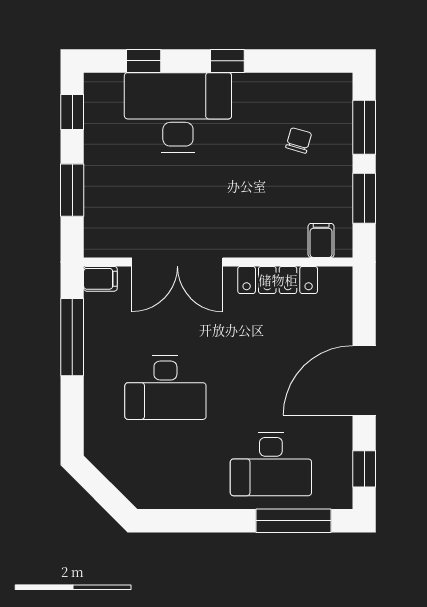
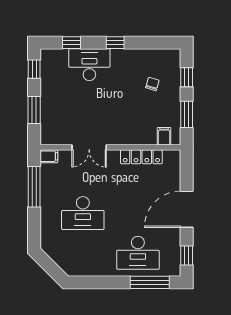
desk: (178, 113) -> (89, 65), width x0.73, depth x0.77
window: (364, 127) -> (187, 77), width x0.67
double door: (177, 262) -> (89, 147), width x0.73

